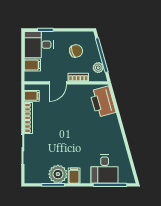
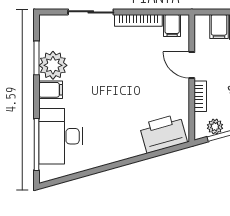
desk: (105, 169) -> (61, 136), width x1.37

